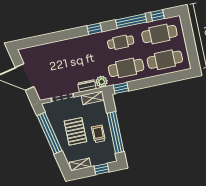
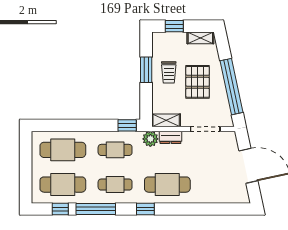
cafe table: (82, 50) -> (167, 185), added
cafe table: (126, 68) -> (115, 150), width x0.73, depth x0.74
window: (116, 132) -> (146, 70), width x0.47

